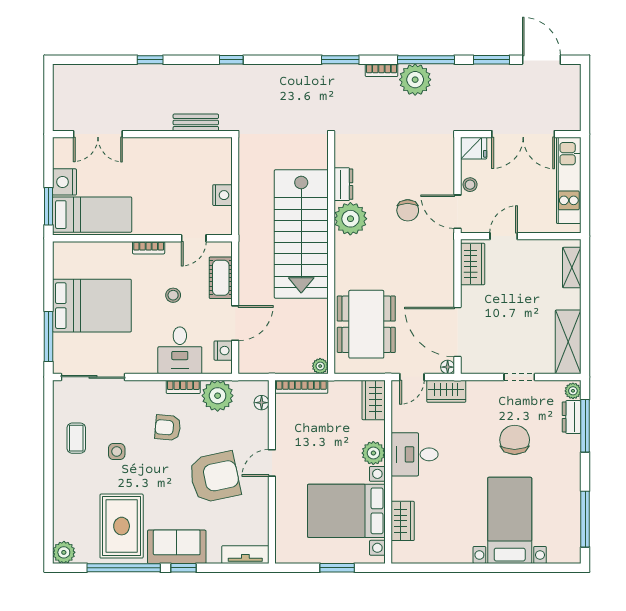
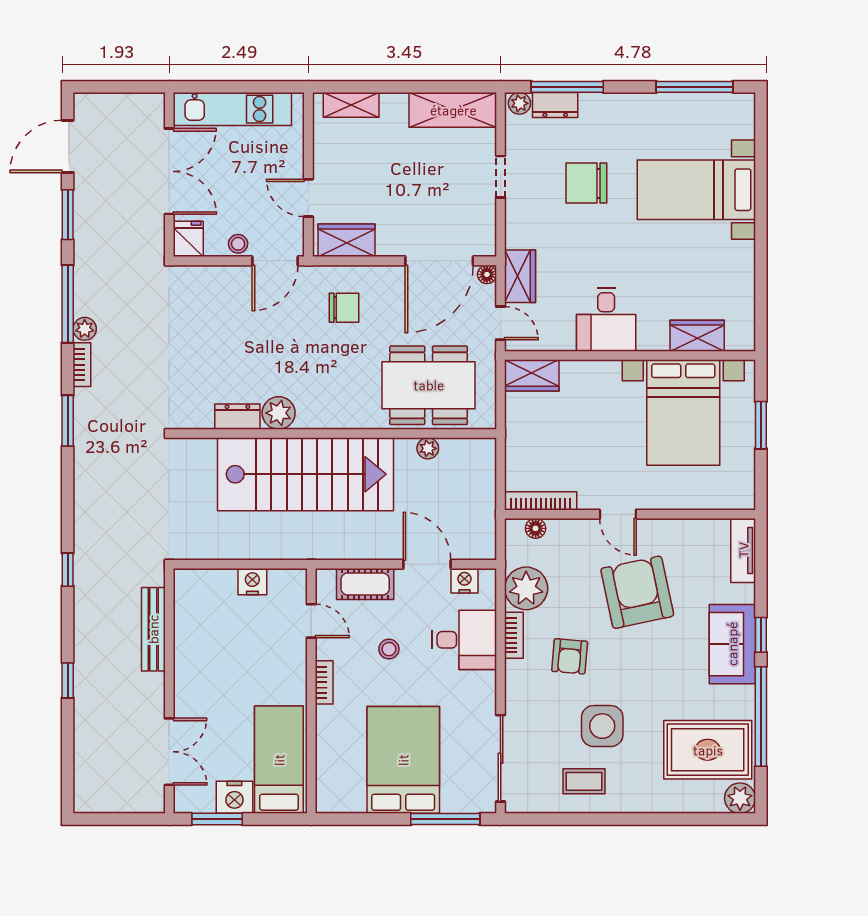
plant: (415, 80) -> (85, 329), width x0.53, depth x0.53
bench: (196, 122) -> (153, 629), width x1.36
window: (48, 206) -> (217, 819), moved
chair: (408, 210) -> (344, 308), moved
plant: (350, 219) -> (279, 413), width x0.73, depth x0.73
plant: (320, 366) -> (428, 448), moved
bookcase: (301, 387) -> (541, 501), moved, turned -90
side table: (117, 451) -> (602, 726), width x1.87, depth x1.87
plant: (373, 453) -> (604, 376), removed
rug: (122, 526) -> (708, 750), moved

